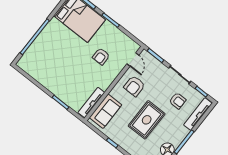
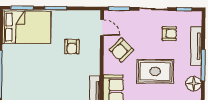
armchair: (134, 86) -> (121, 50), turned 45
tv unit: (198, 114) -> (196, 46), moved
rug: (147, 120) -> (155, 71), turned 90

